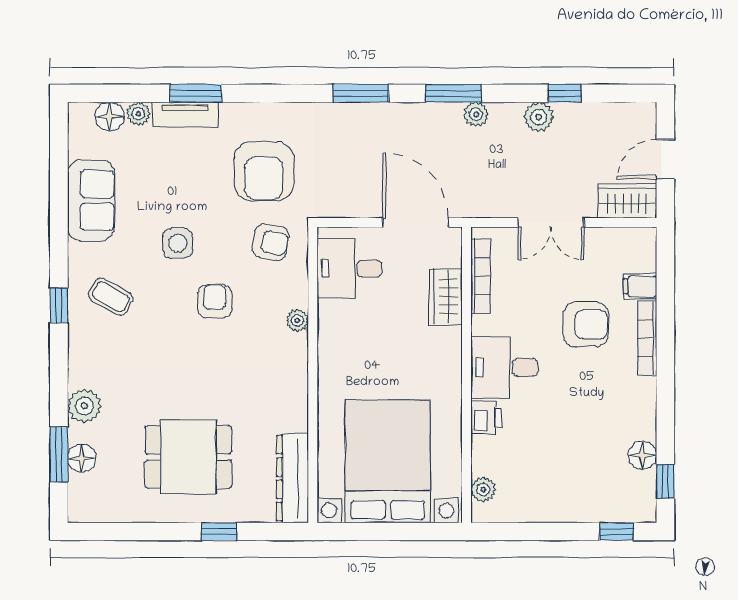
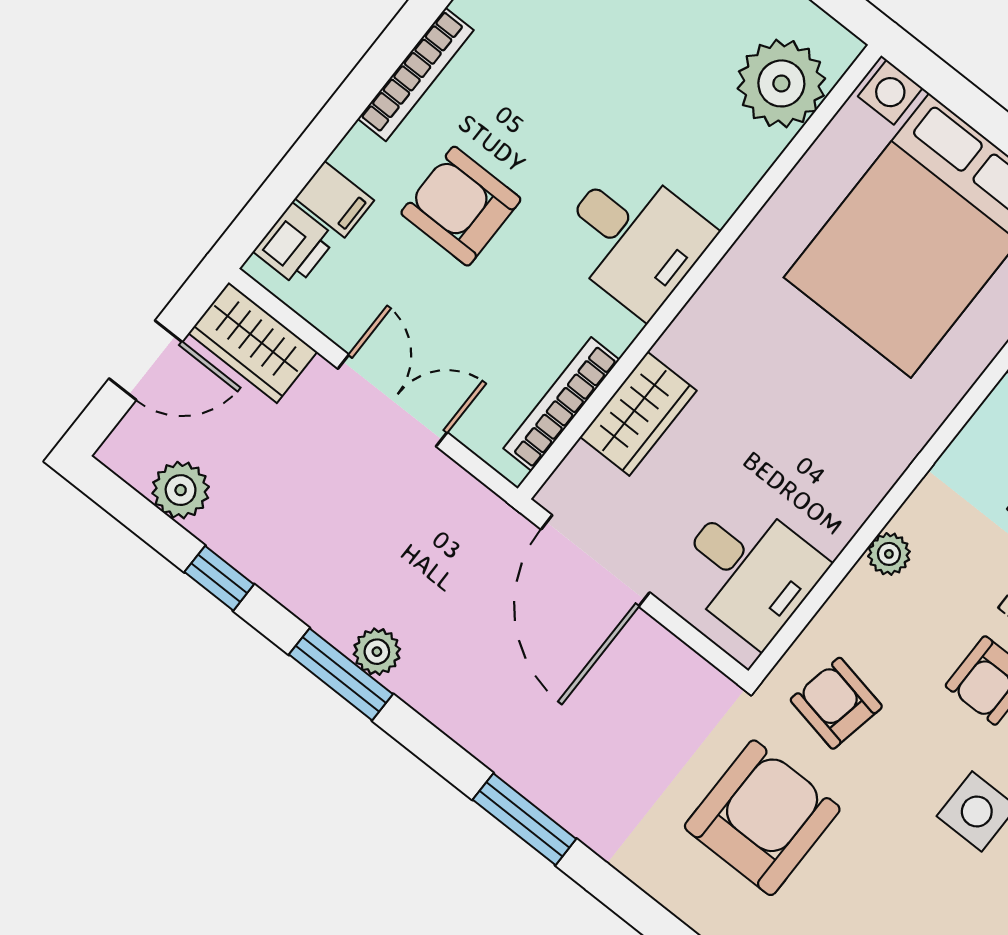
window: (453, 93) -> (341, 674), moved
plant: (539, 117) -> (181, 490), moved
bookcase: (647, 338) -> (416, 74), moved
printer: (486, 417) -> (295, 245), moved, turned 180
plant: (483, 490) -> (781, 83), width x1.87, depth x1.87

